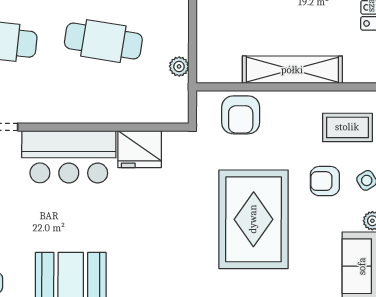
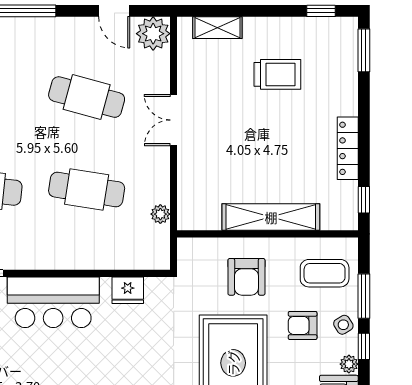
armchair: (241, 115) -> (246, 277), moved
fridge: (140, 149) -> (128, 290), width x0.73, depth x0.75

